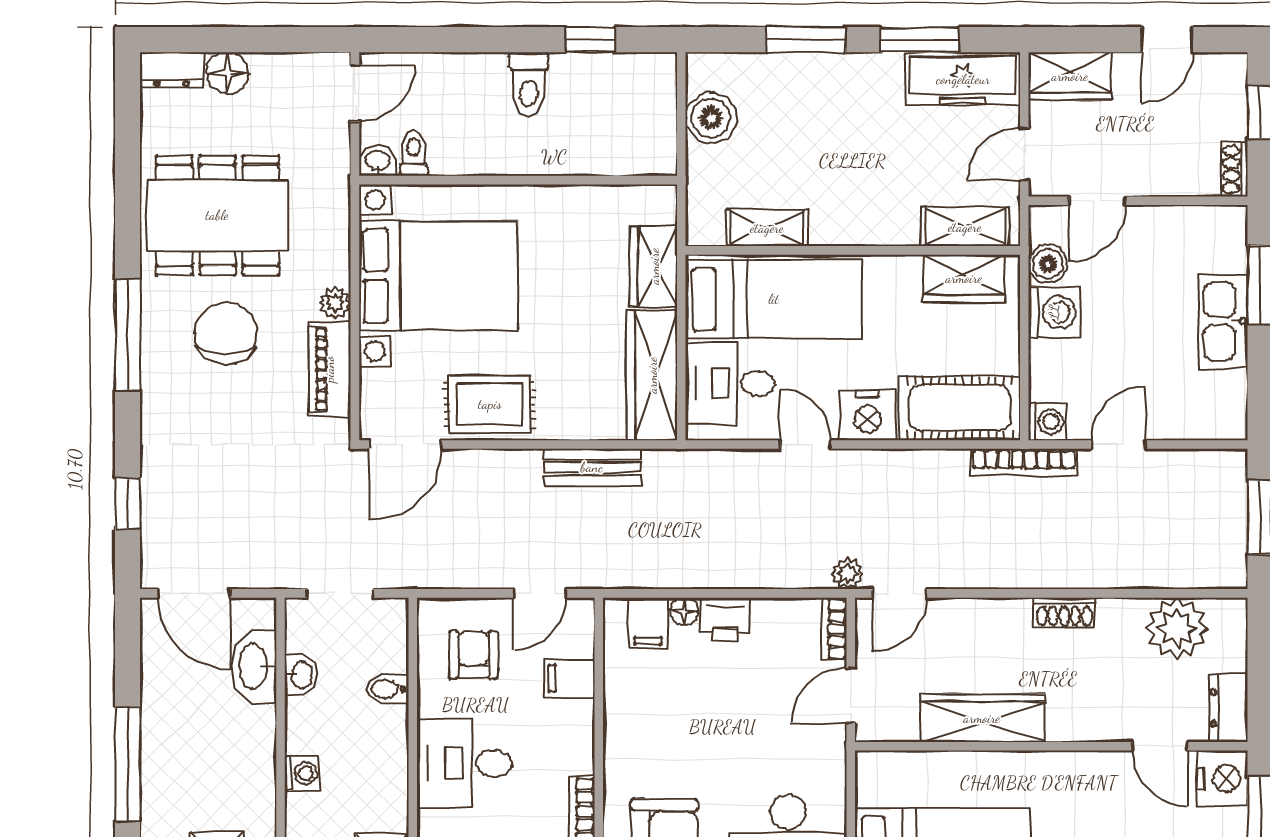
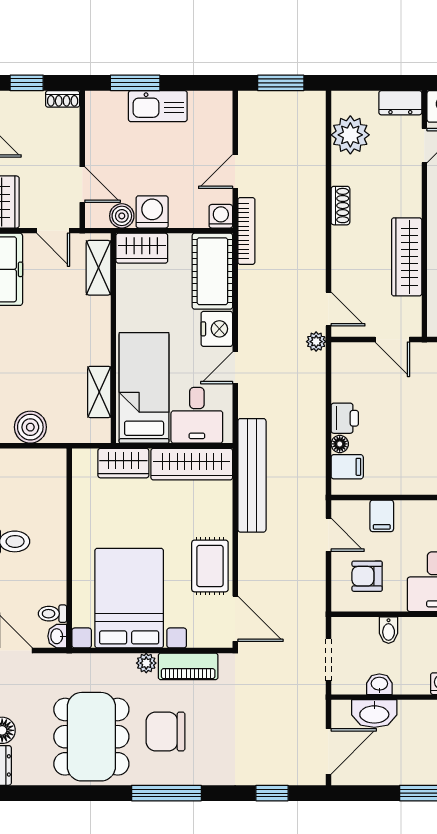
wardrobe: (964, 278) -> (142, 248), moved, turned 90
door: (1119, 445) -> (235, 171), hinge flipped
bench: (592, 467) -> (252, 475), width x1.86, depth x1.21
bookcase: (834, 629) -> (351, 350), removed

